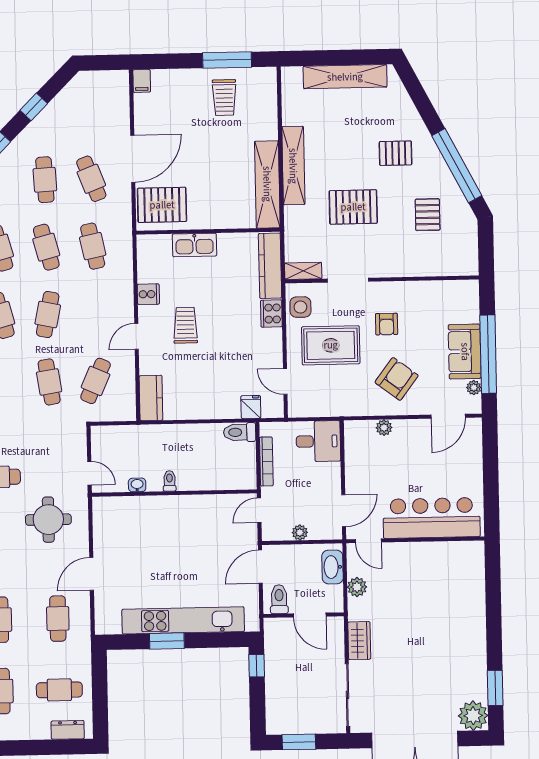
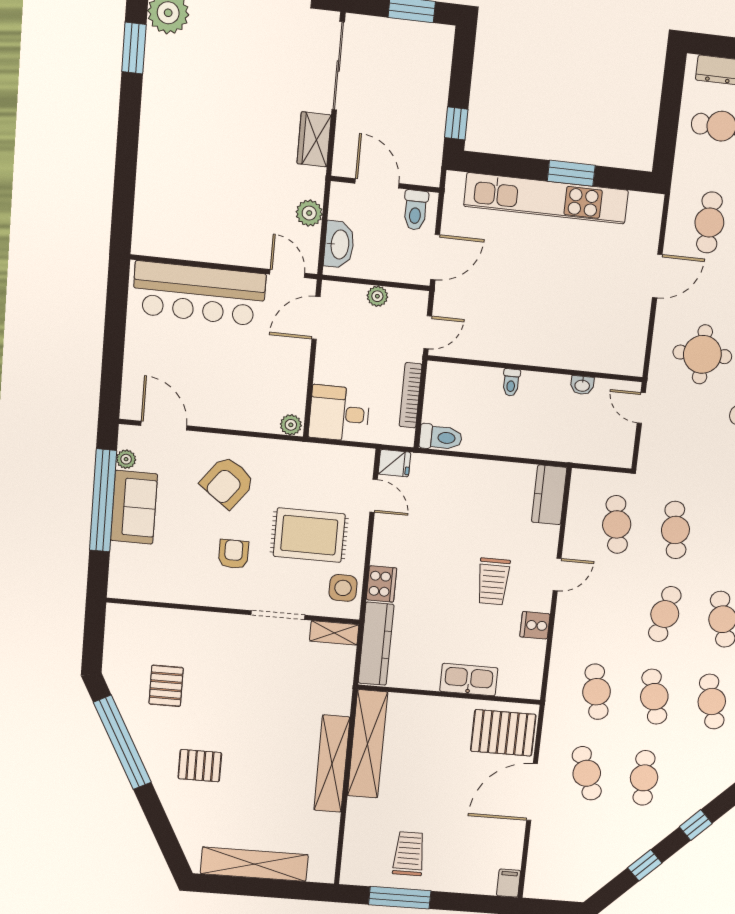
pallet: (353, 207) -> (261, 705), removed
cafe table: (96, 381) -> (617, 524), turned -33
fridge: (251, 407) -> (394, 463), moved, turned -90
door: (448, 416) -> (164, 426), hinge flipped
plant: (384, 428) -> (291, 425), moved
toilet: (170, 481) -> (511, 382), moved

